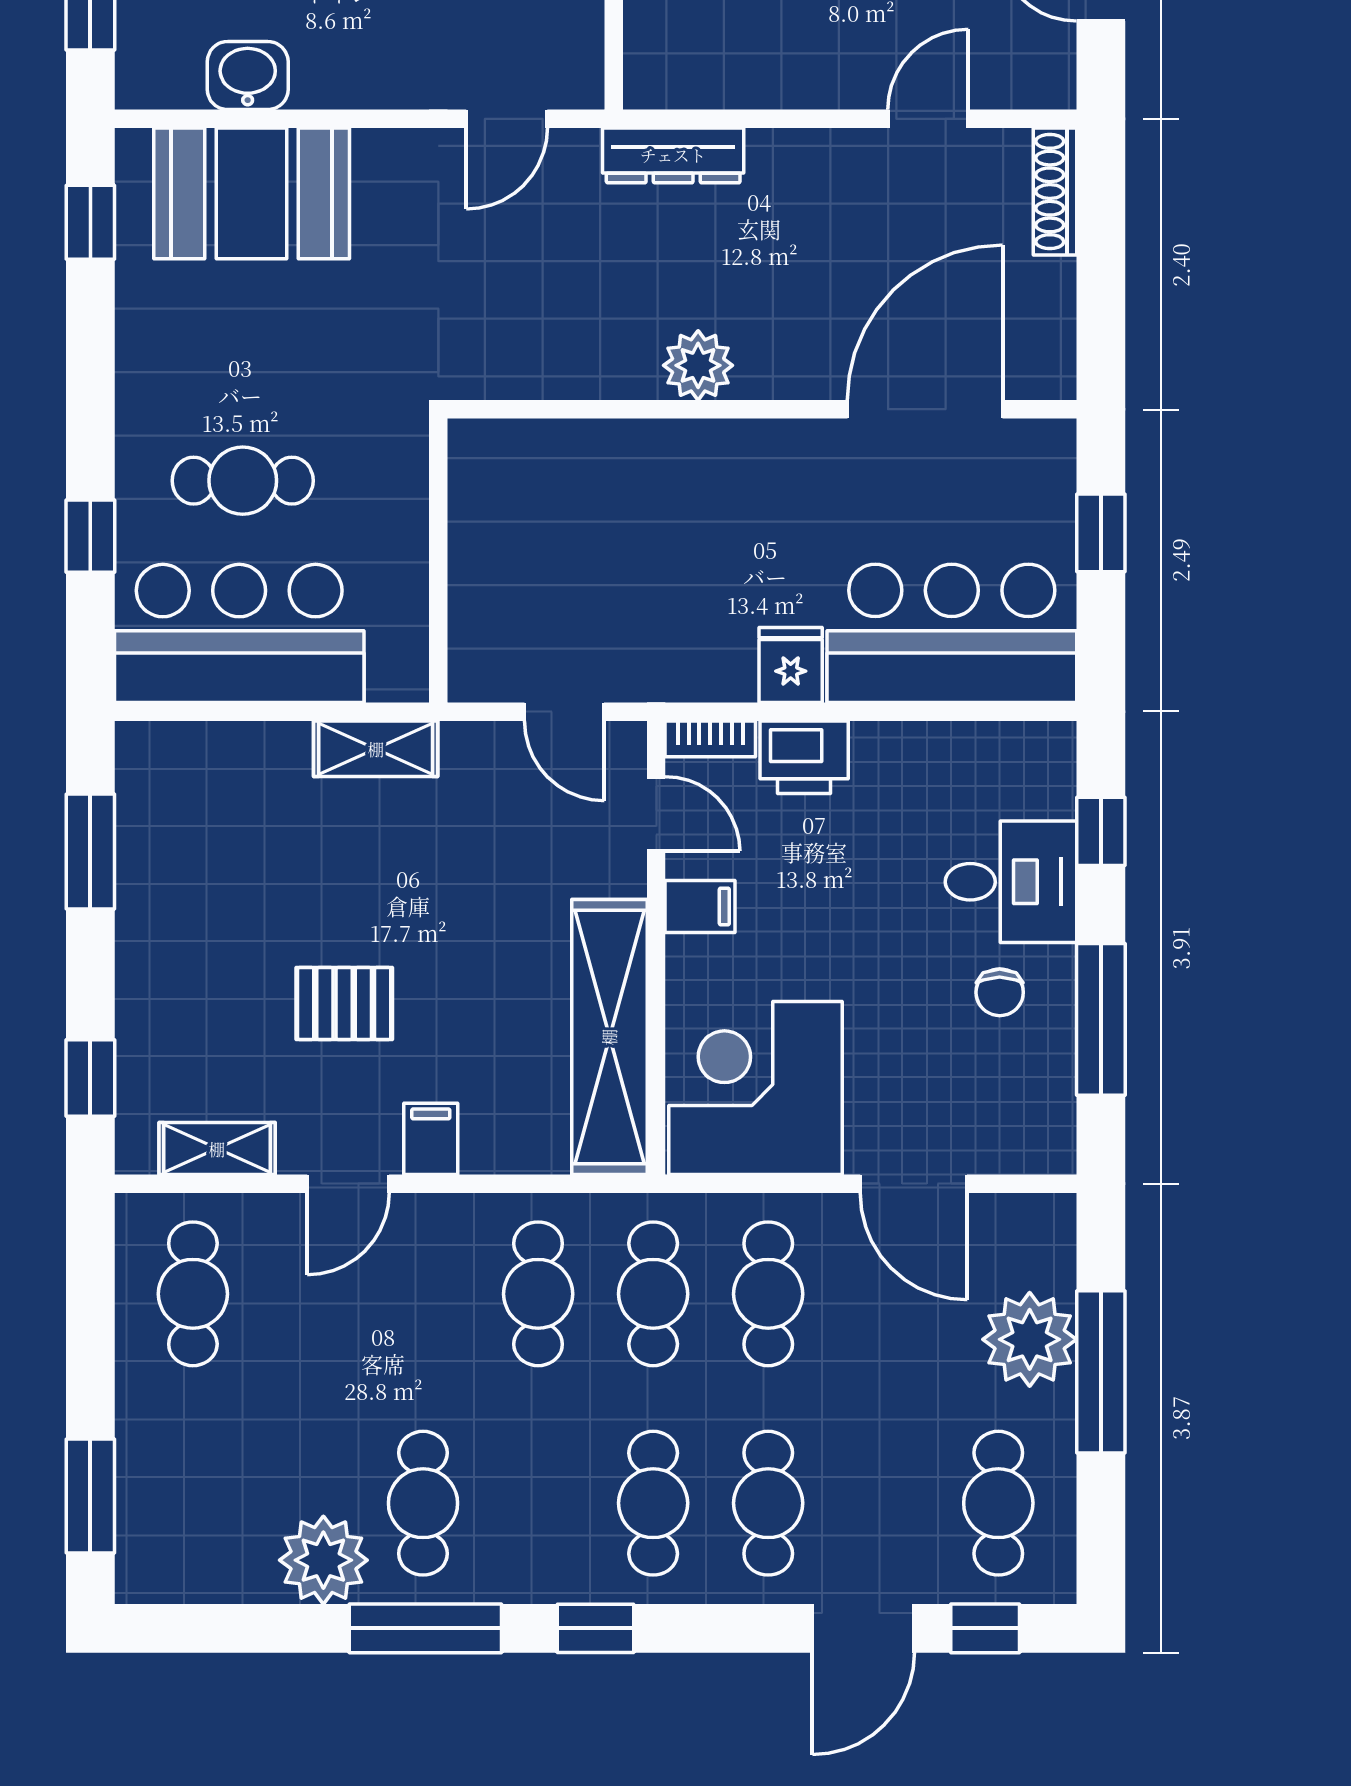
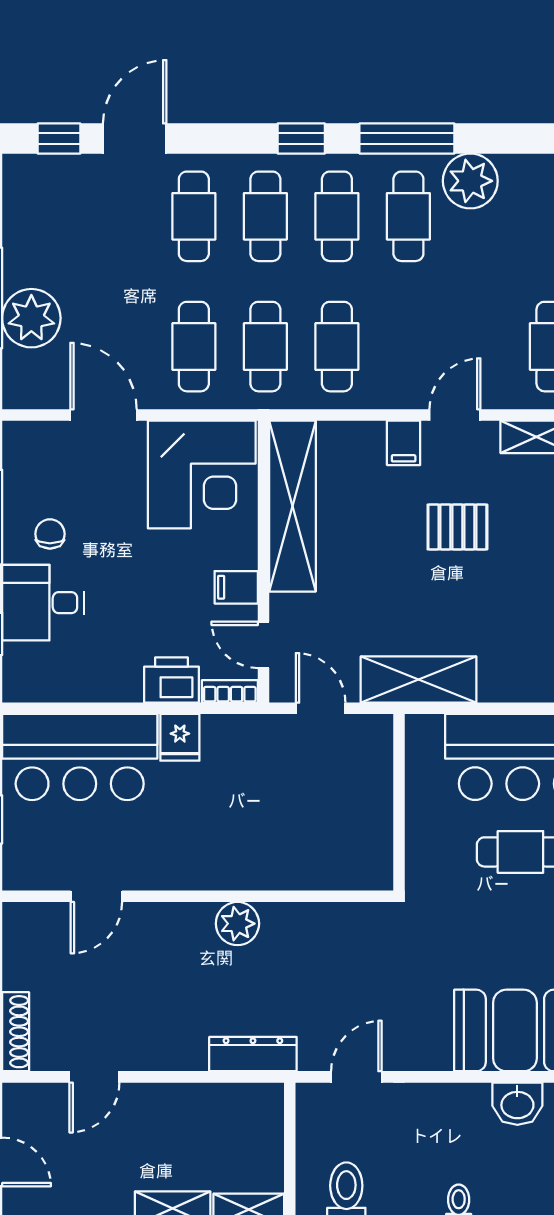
door: (925, 409) -> (96, 896), width x0.53
shelving: (376, 749) -> (419, 680), width x1.50, depth x1.33
cafe table: (998, 1503) -> (337, 216), moved

